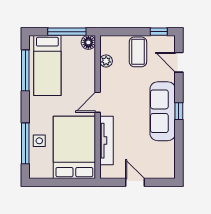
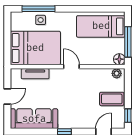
plant: (106, 61) -> (117, 73), moved
window: (25, 70) -> (97, 9), removed
sofa: (163, 111) -> (34, 119), moved
tv unit: (106, 141) -> (35, 74), width x0.71

